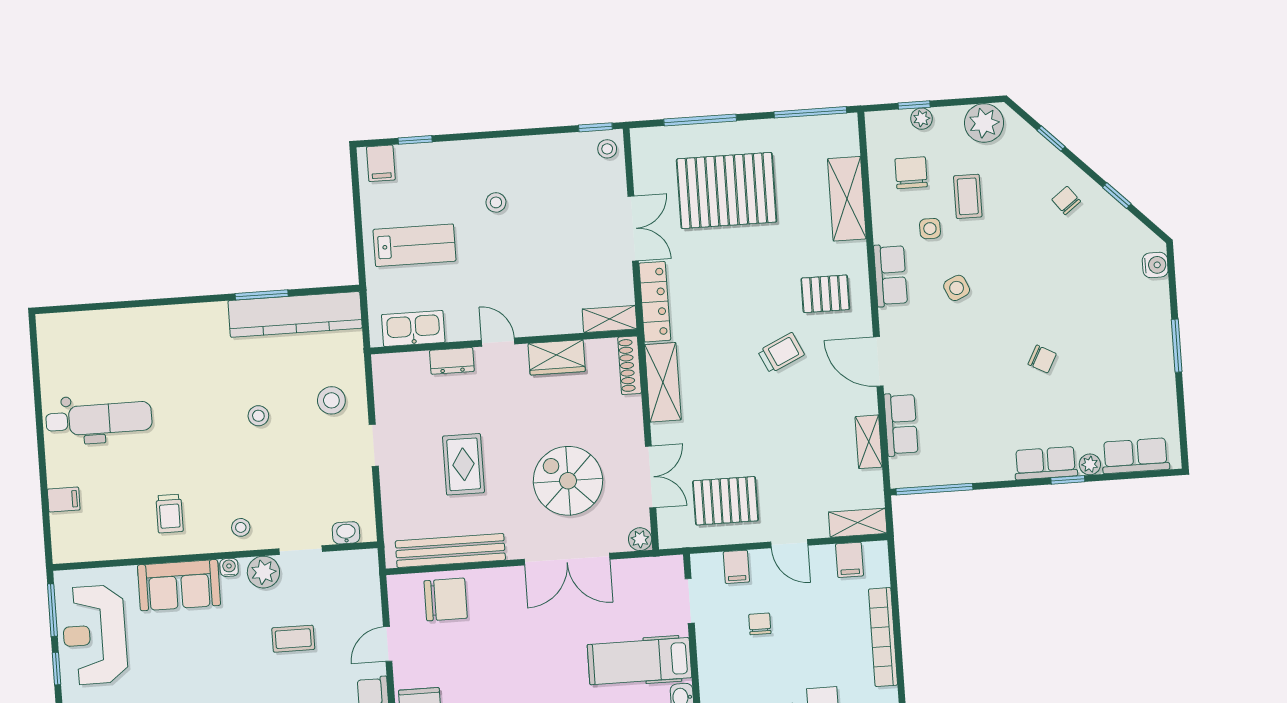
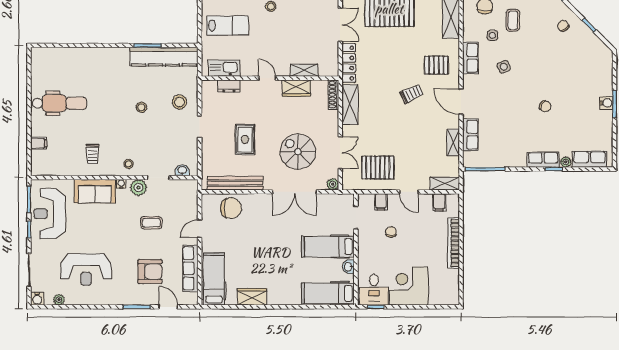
water cooler: (1155, 265) -> (606, 103), moved
shelving: (610, 319) -> (304, 70), moved
dresser: (452, 361) -> (229, 86), moved

